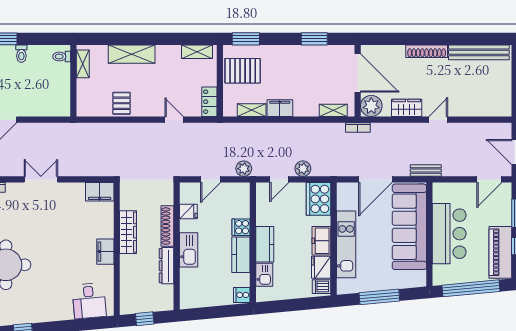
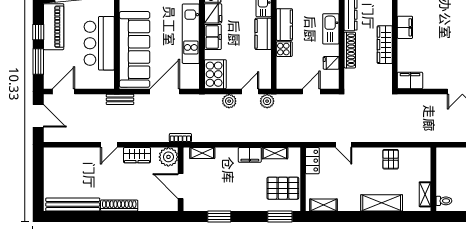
door: (358, 73) -> (181, 186), width x0.73
plant: (244, 169) -> (267, 101), moved

